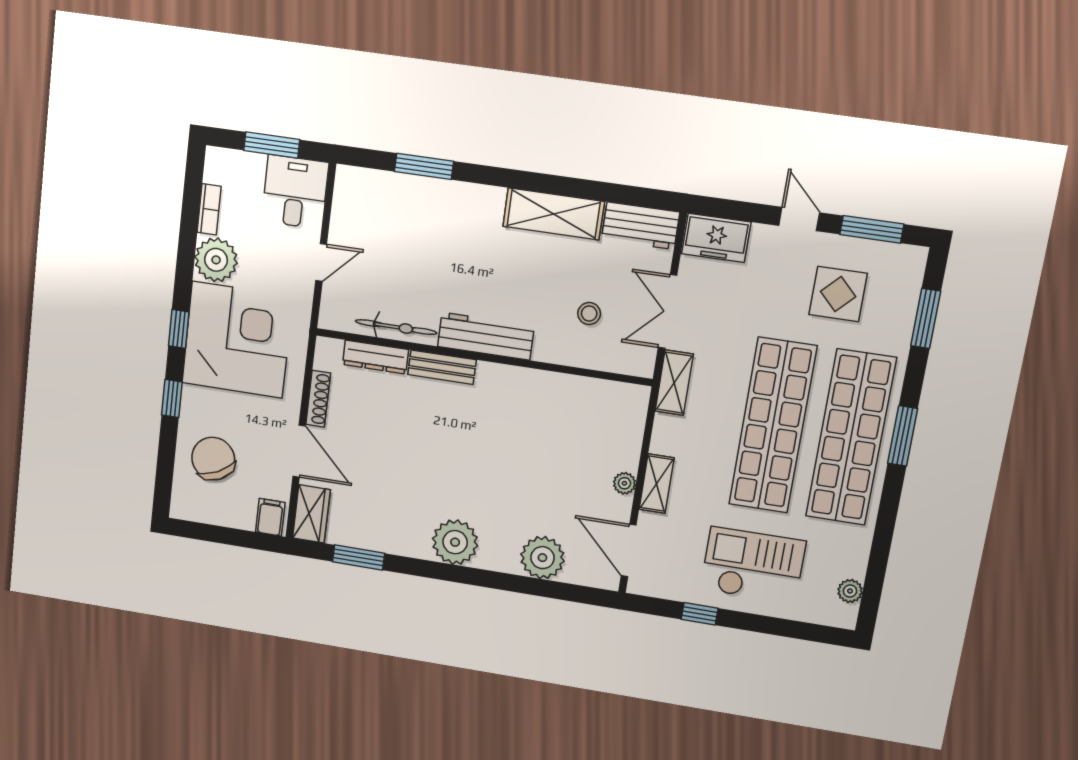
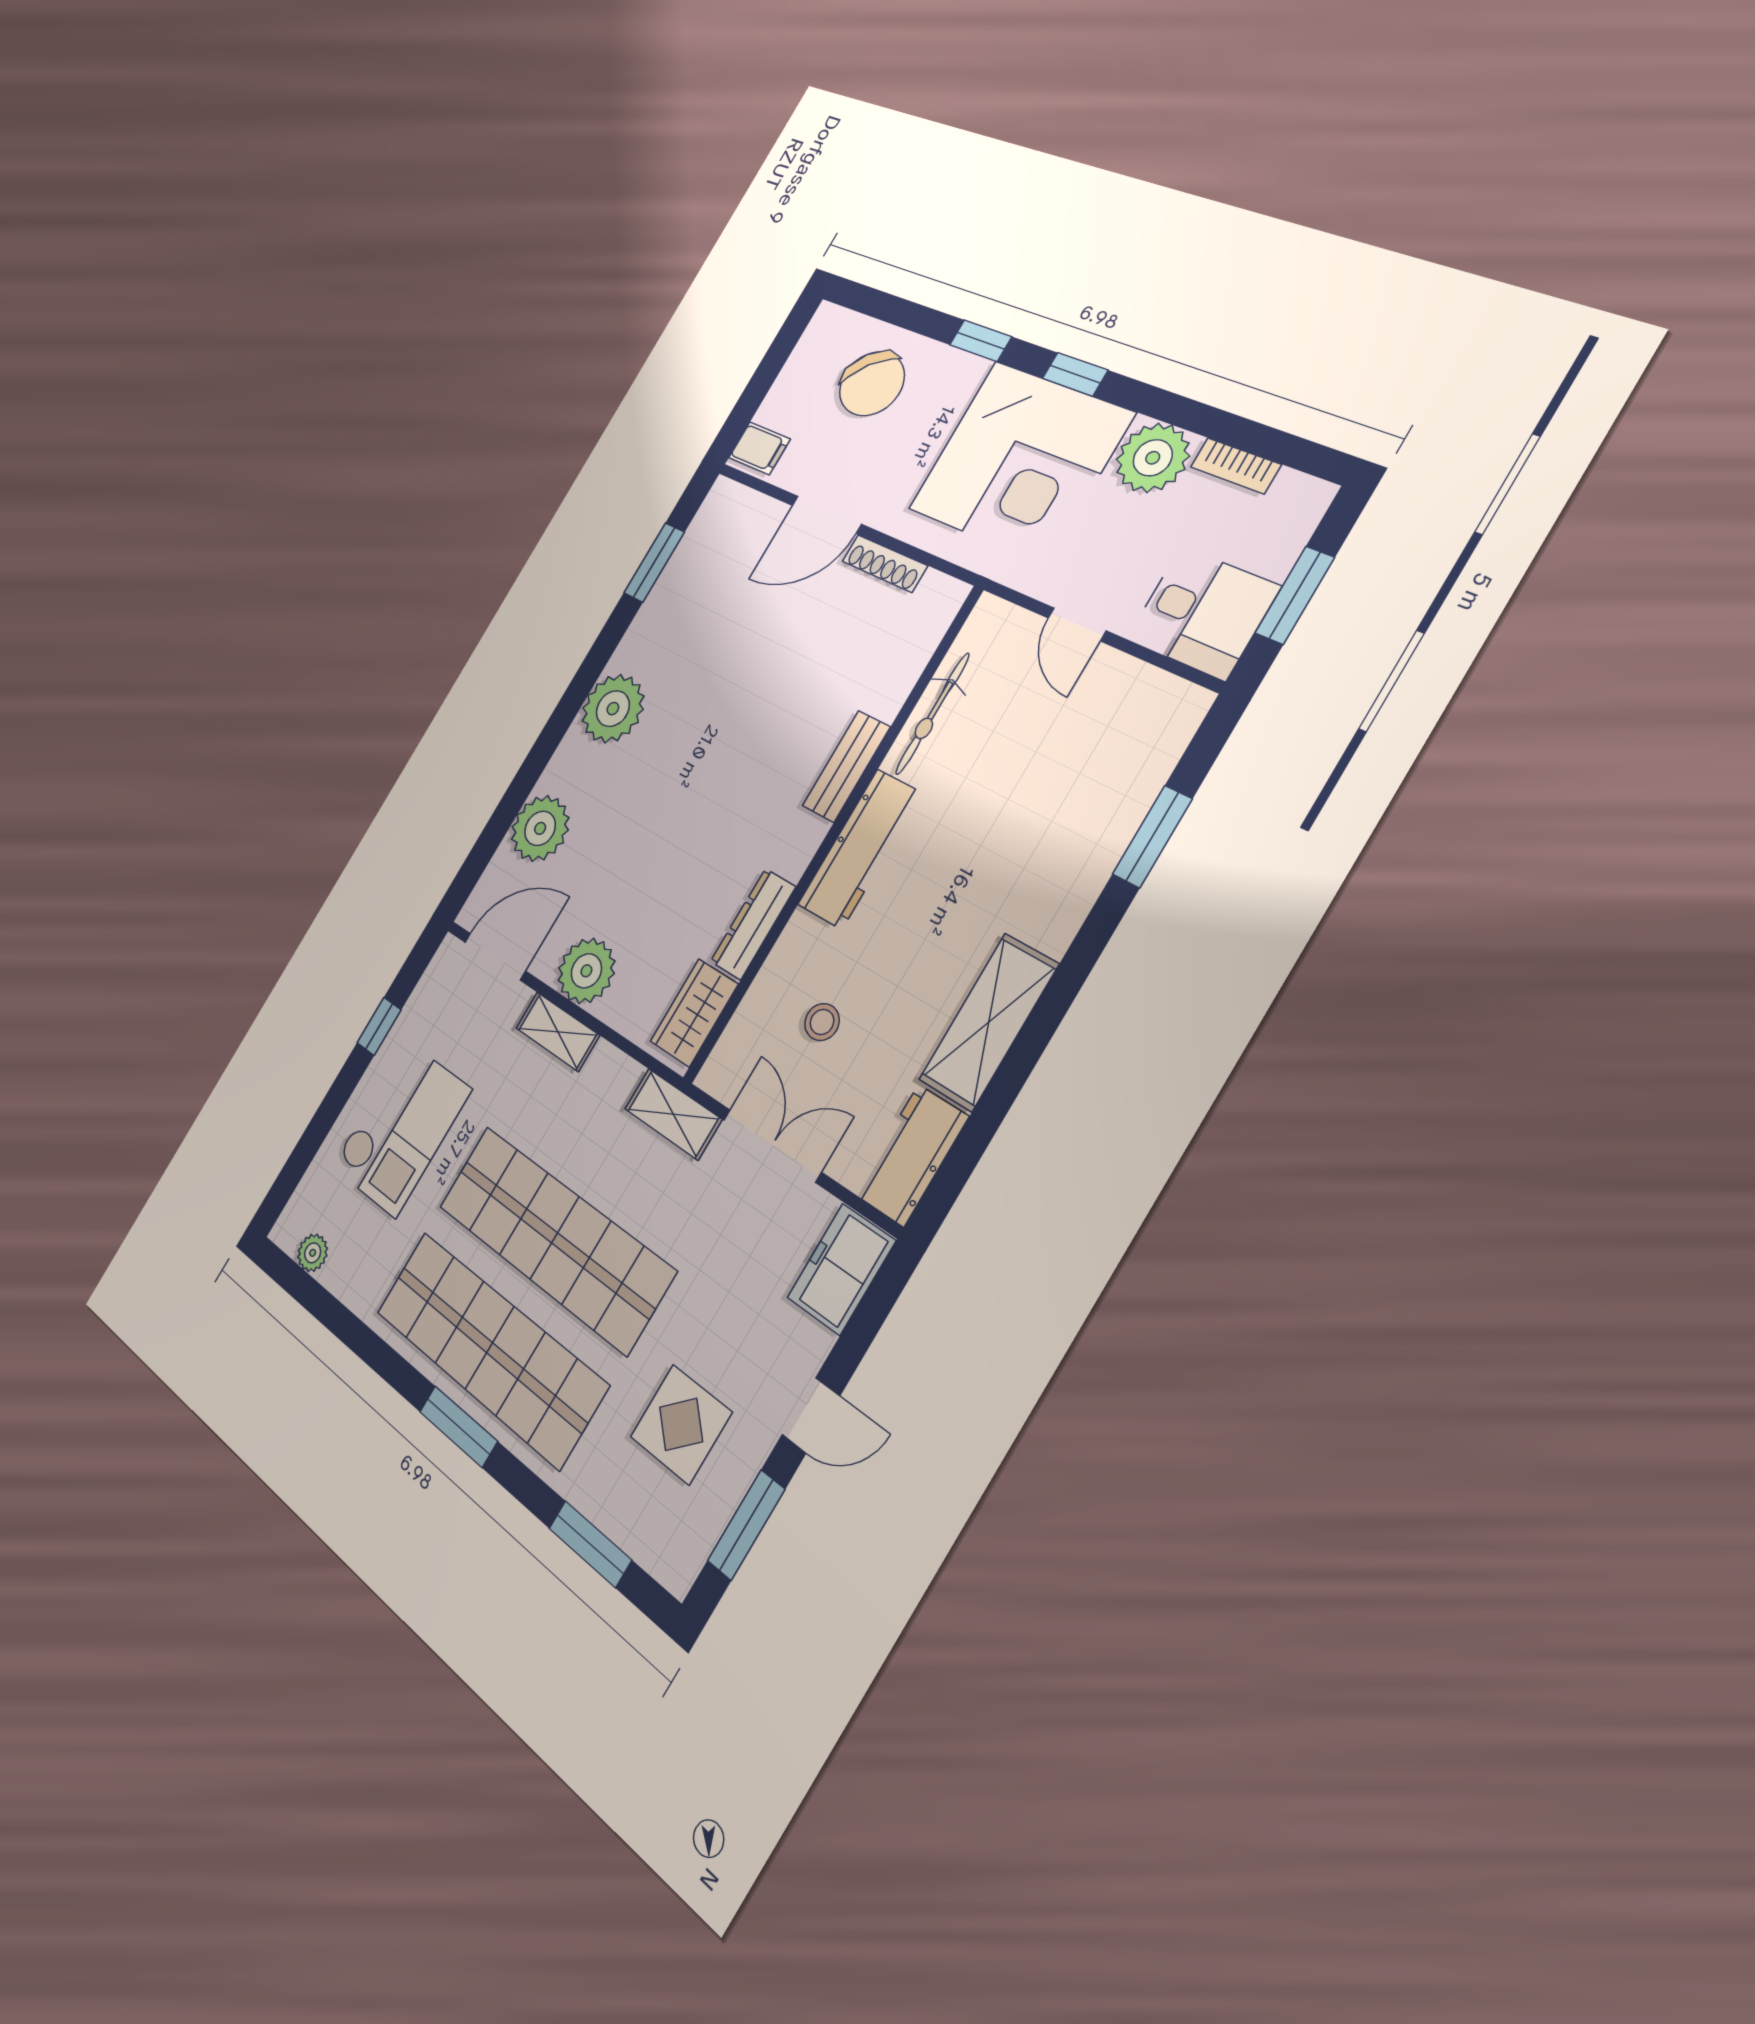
dresser: (375, 357) -> (753, 924), moved
chair: (213, 459) -> (872, 384), turned 73
plant: (624, 483) -> (586, 971), width x1.87, depth x1.87
wardrobe: (311, 514) -> (694, 1013), moved, turned 90

